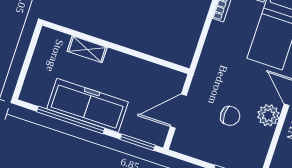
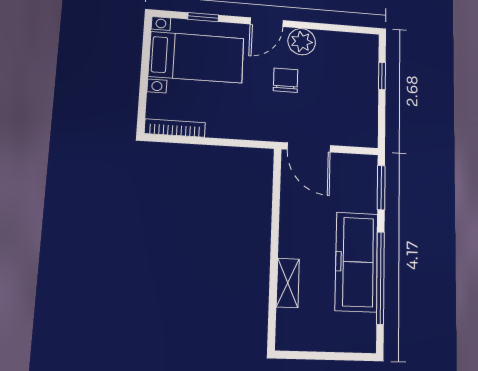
door: (178, 111) -> (309, 147), moved
chair: (230, 116) -> (286, 80), moved

